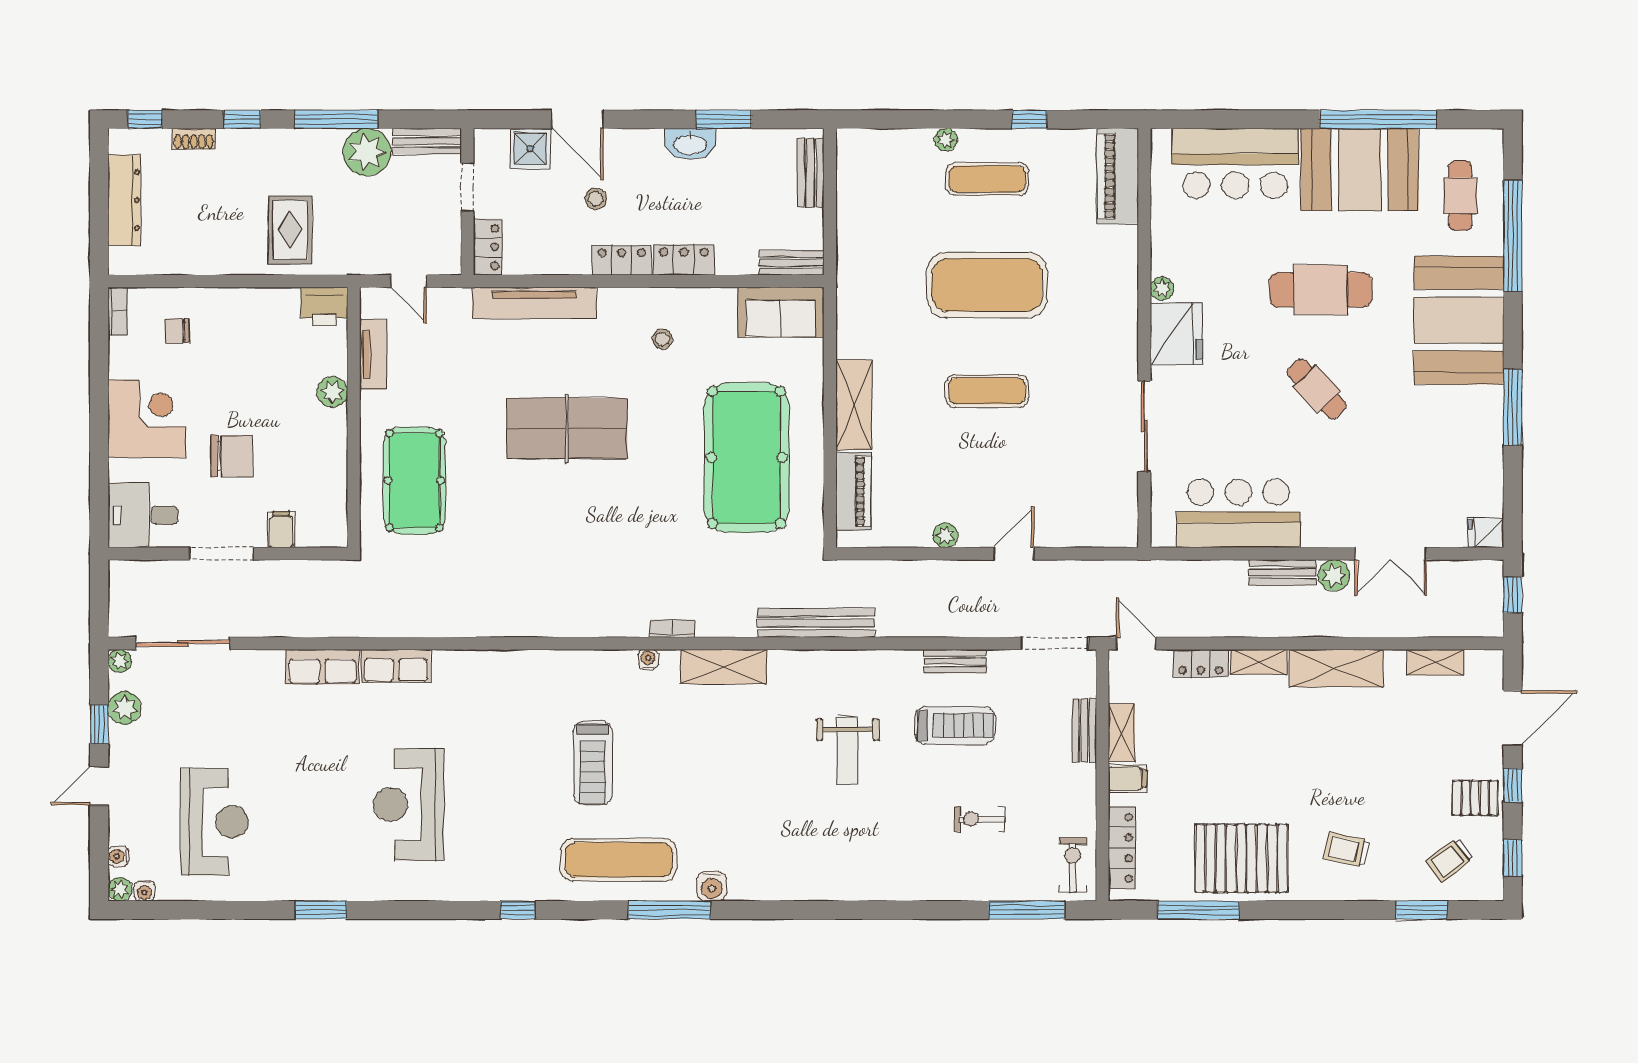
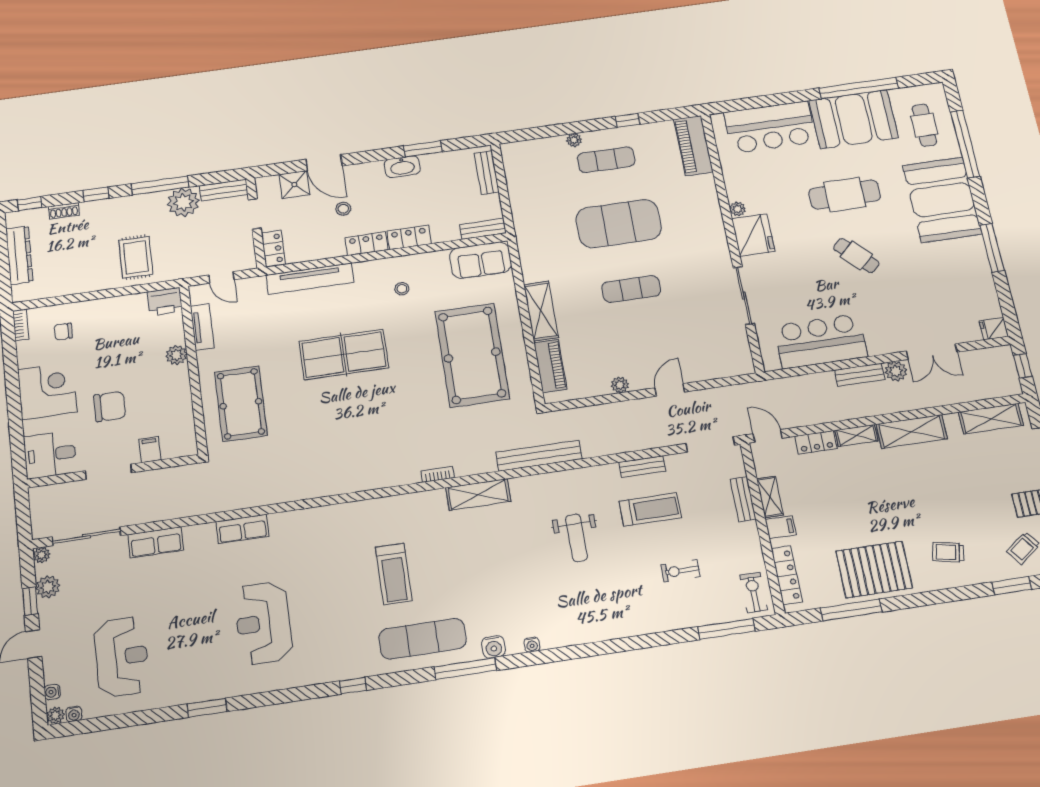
water cooler: (648, 659) -> (532, 645), moved, turned 180
shelving: (1436, 662) -> (991, 419), width x1.50, depth x1.33
row of seats: (322, 667) -> (156, 542), moved

